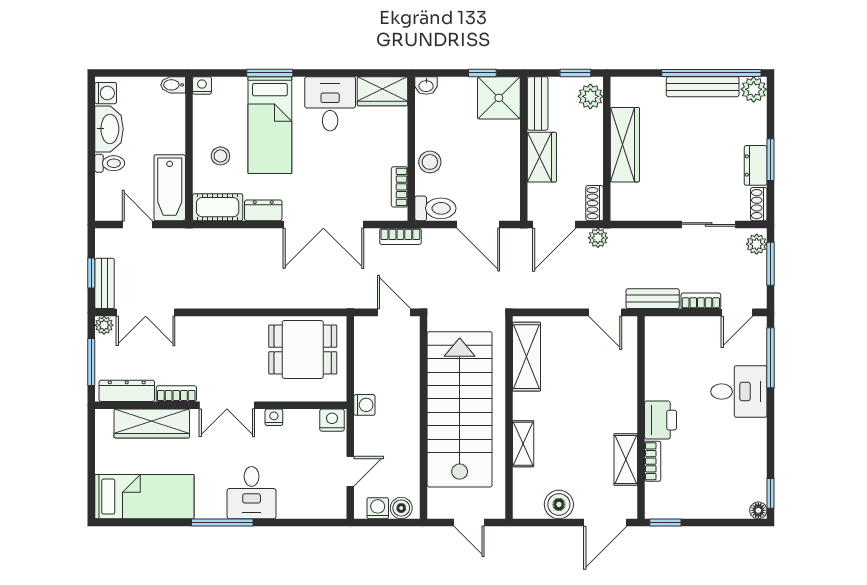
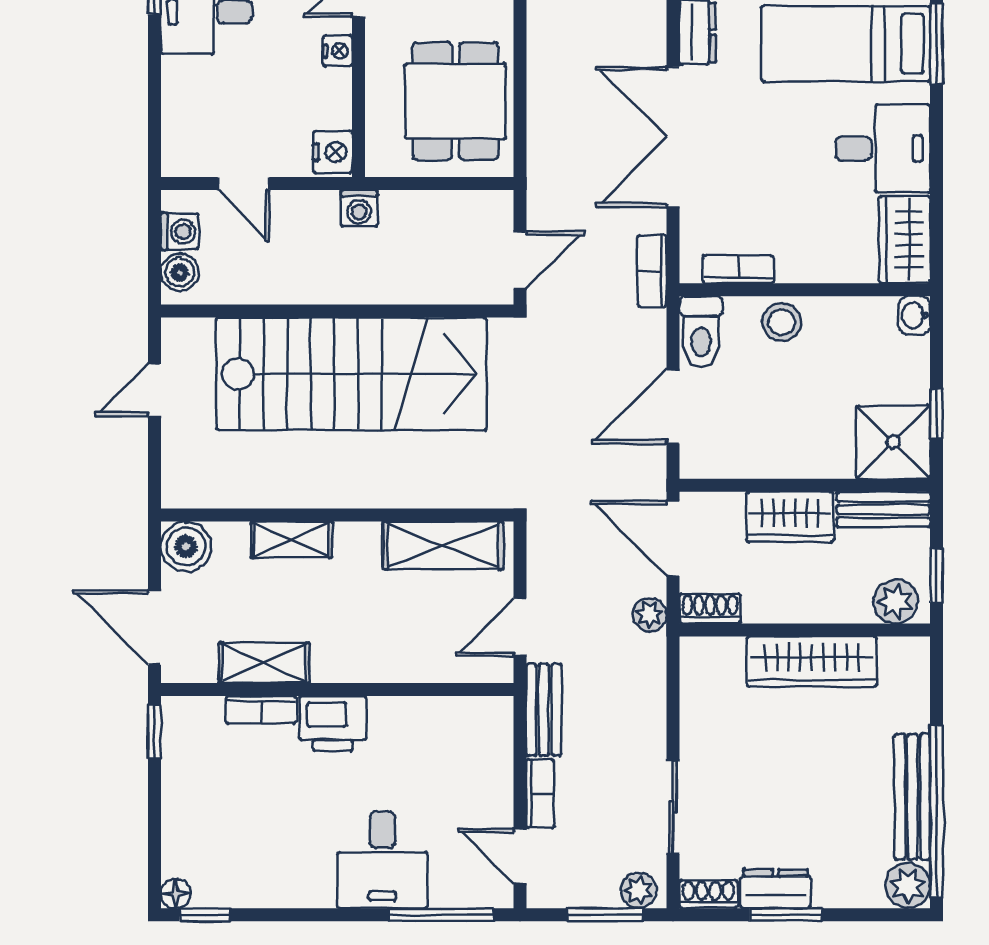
shelving: (527, 357) -> (443, 546), moved
wall: (509, 417) -> (337, 515), moved
shelving: (523, 444) -> (291, 540), moved

